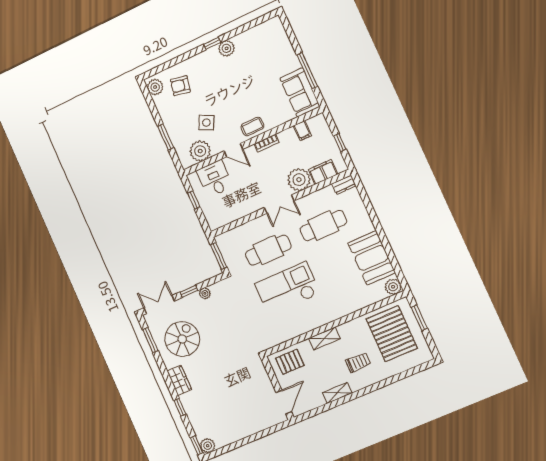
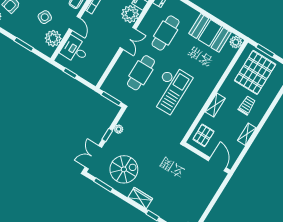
door: (233, 150) -> (75, 23), hinge flipped
checkout: (287, 289) -> (170, 89), turned 180
pallet: (392, 334) -> (255, 72), turned 90
spiral stairs: (182, 339) -> (124, 169), turned 90

